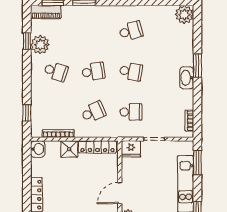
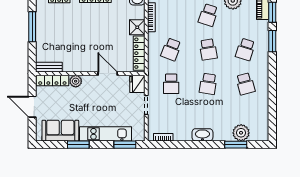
plant: (184, 15) -> (241, 133), moved
school desk: (93, 31) -> (245, 49), added
window: (197, 66) -> (236, 145), moved
school desk: (93, 112) -> (171, 49), turned 45
door: (120, 193) -> (108, 74), moved

